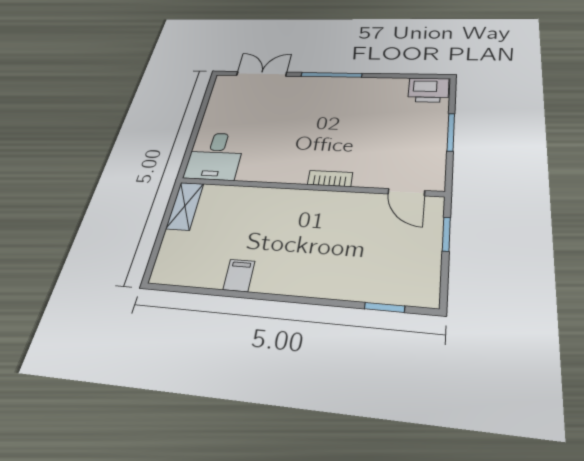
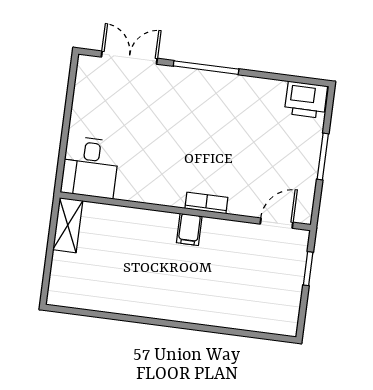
door: (406, 192) -> (277, 223), swing flipped
filing cabinet: (239, 275) -> (189, 229), moved, turned 180
window: (385, 307) -> (253, 334), removed

